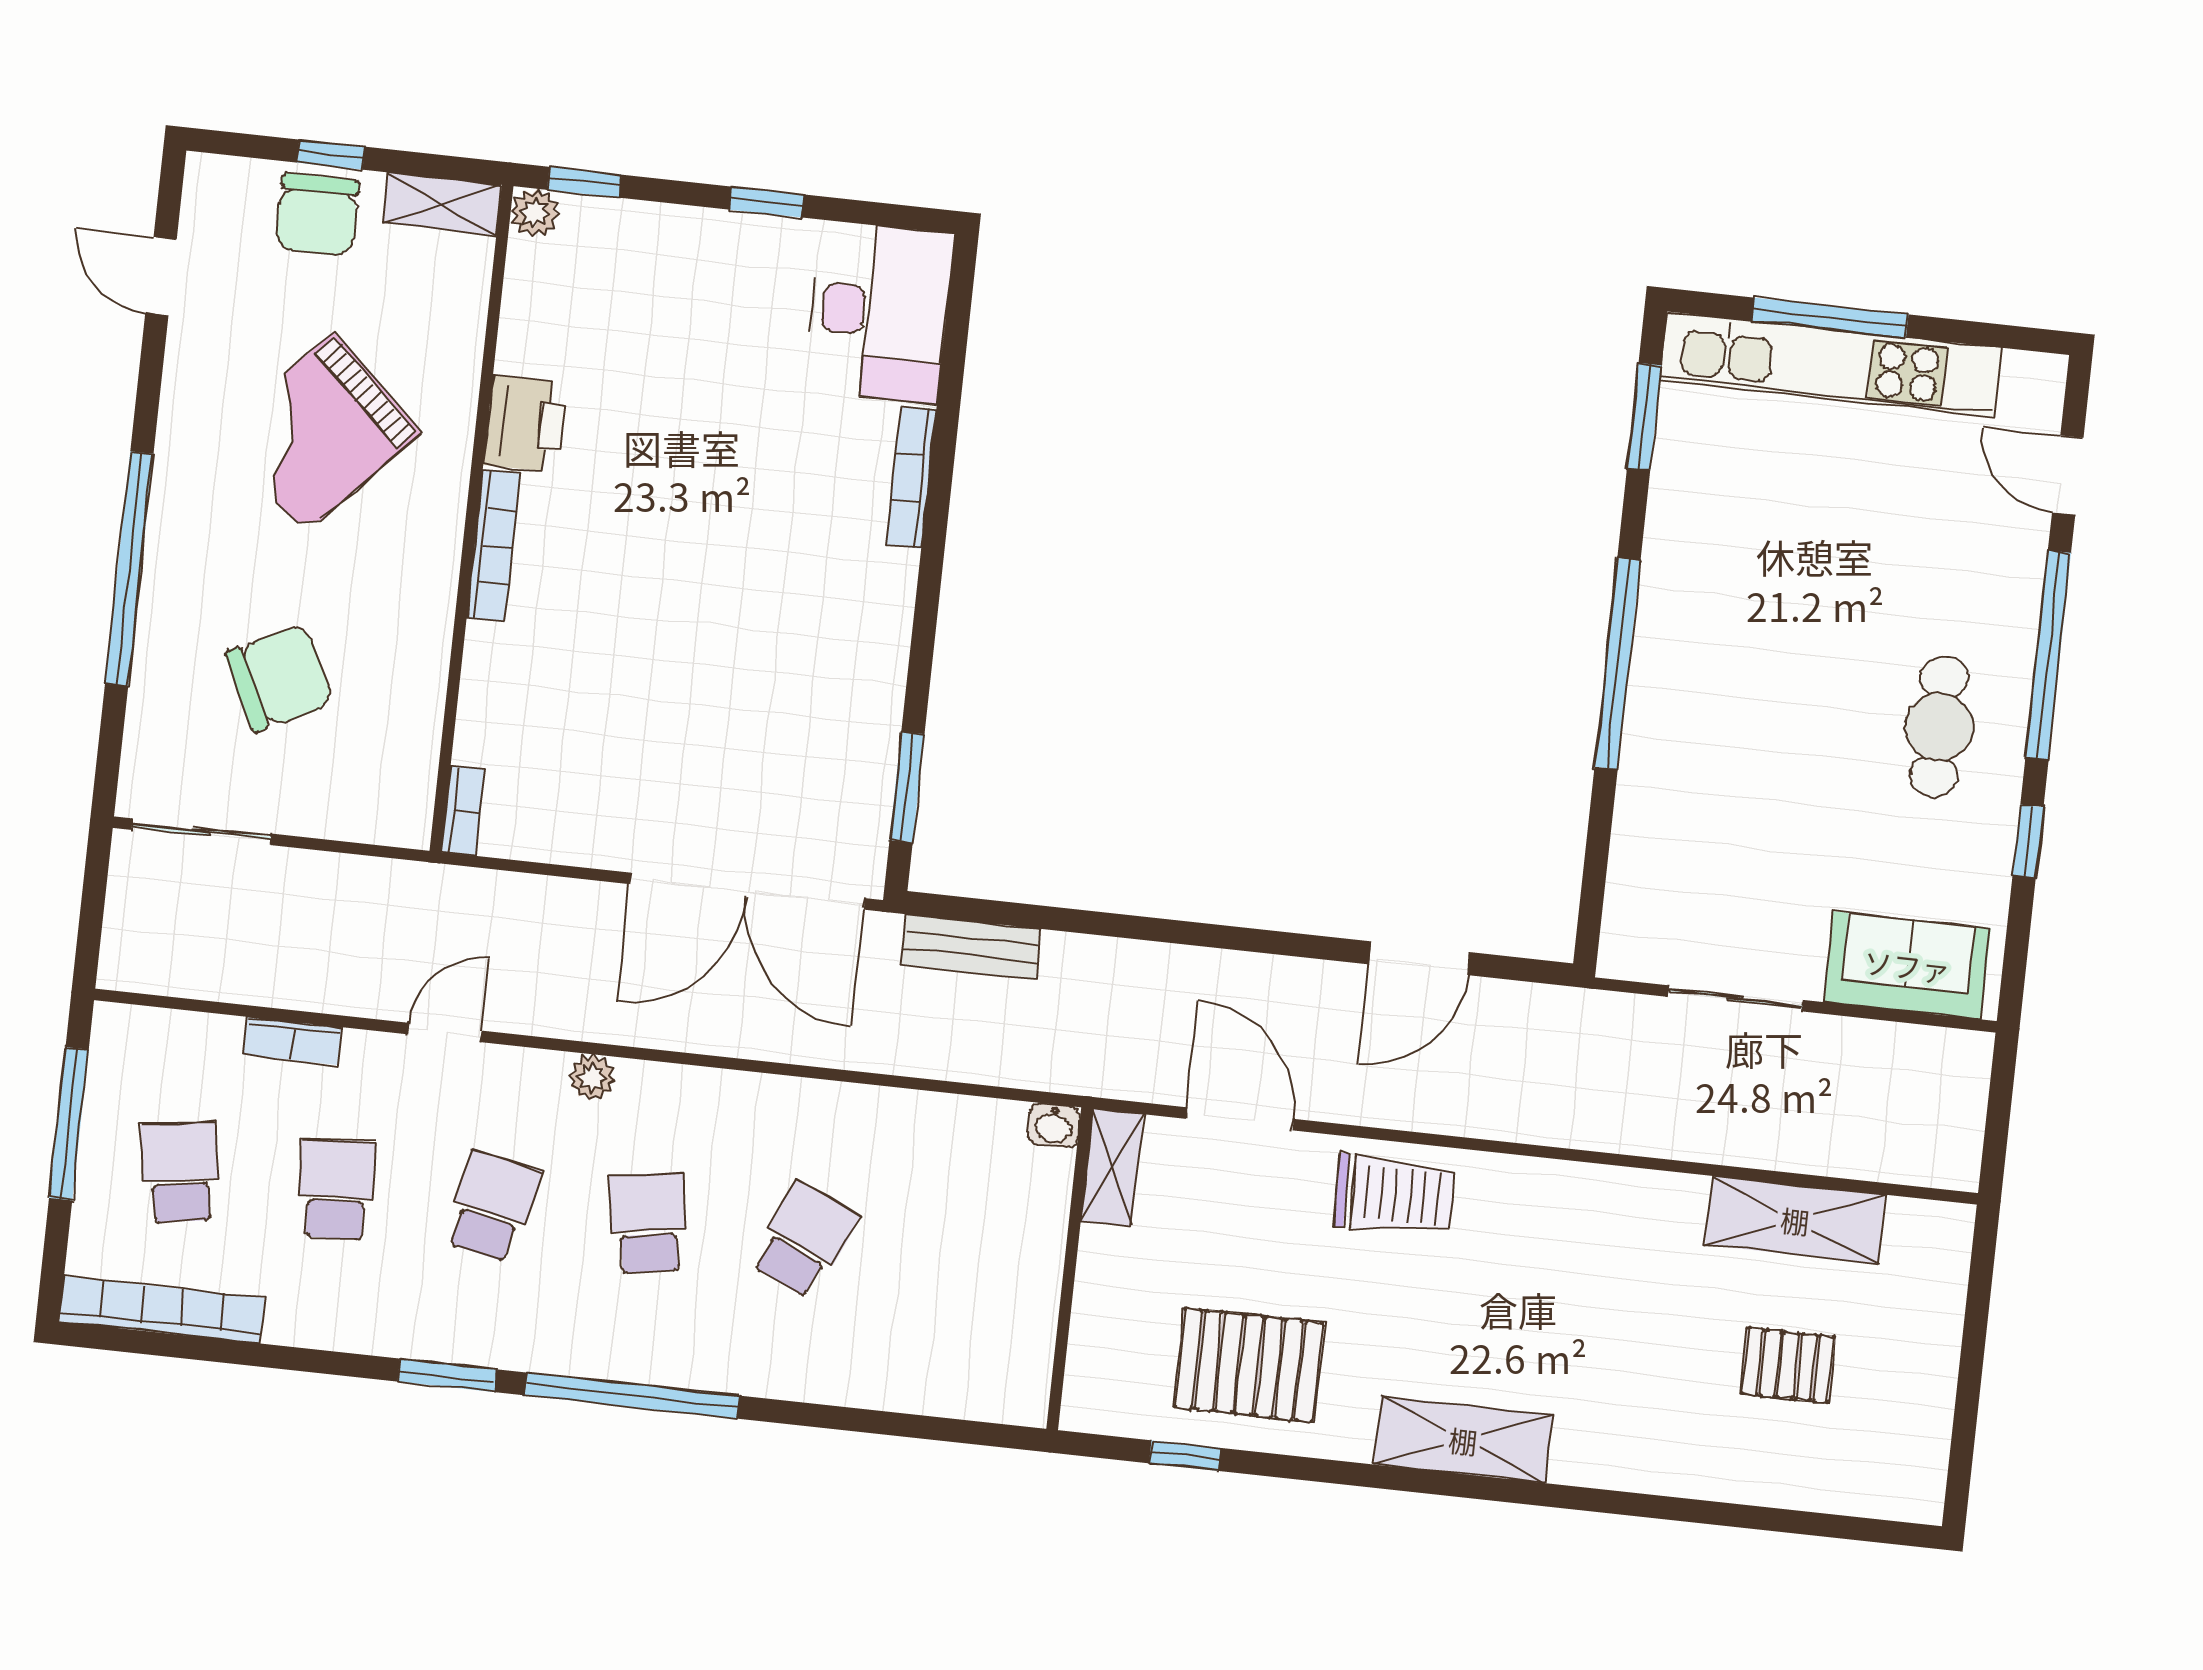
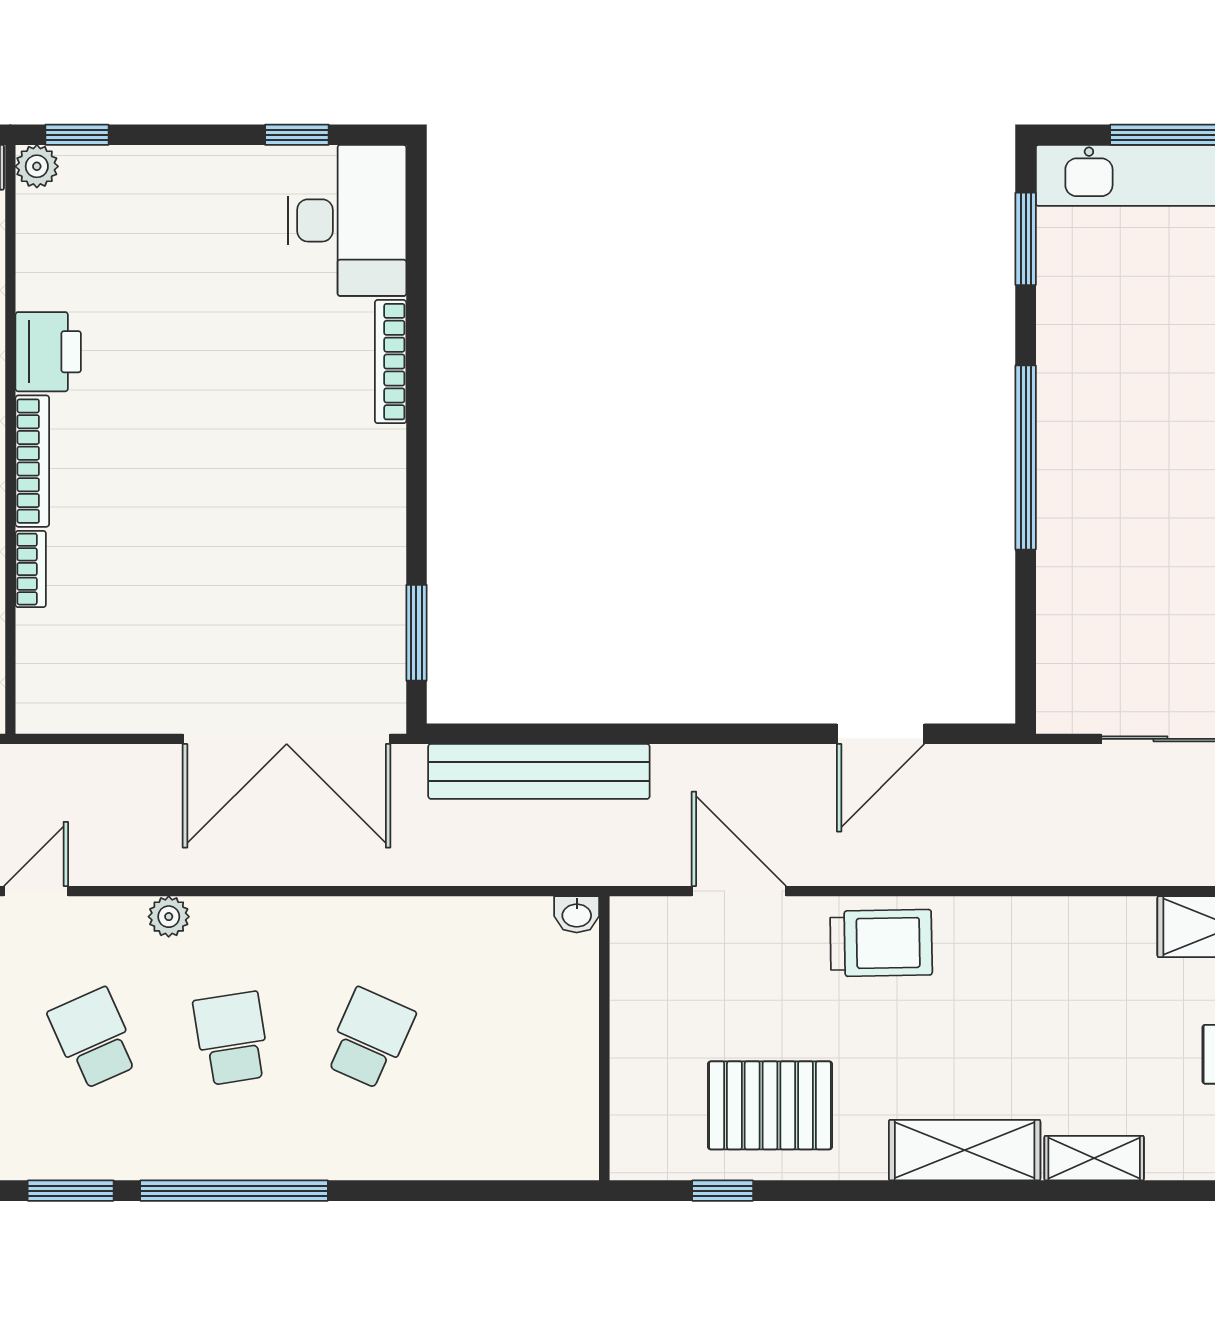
window: (766, 202) -> (297, 135), moved
bookcase: (463, 811) -> (31, 569), moved
bench: (971, 947) -> (539, 771), width x1.86, depth x1.21
shelving: (1112, 1168) -> (1094, 1158), moved, turned 90
school desk: (492, 1206) -> (94, 1038), turned -36

